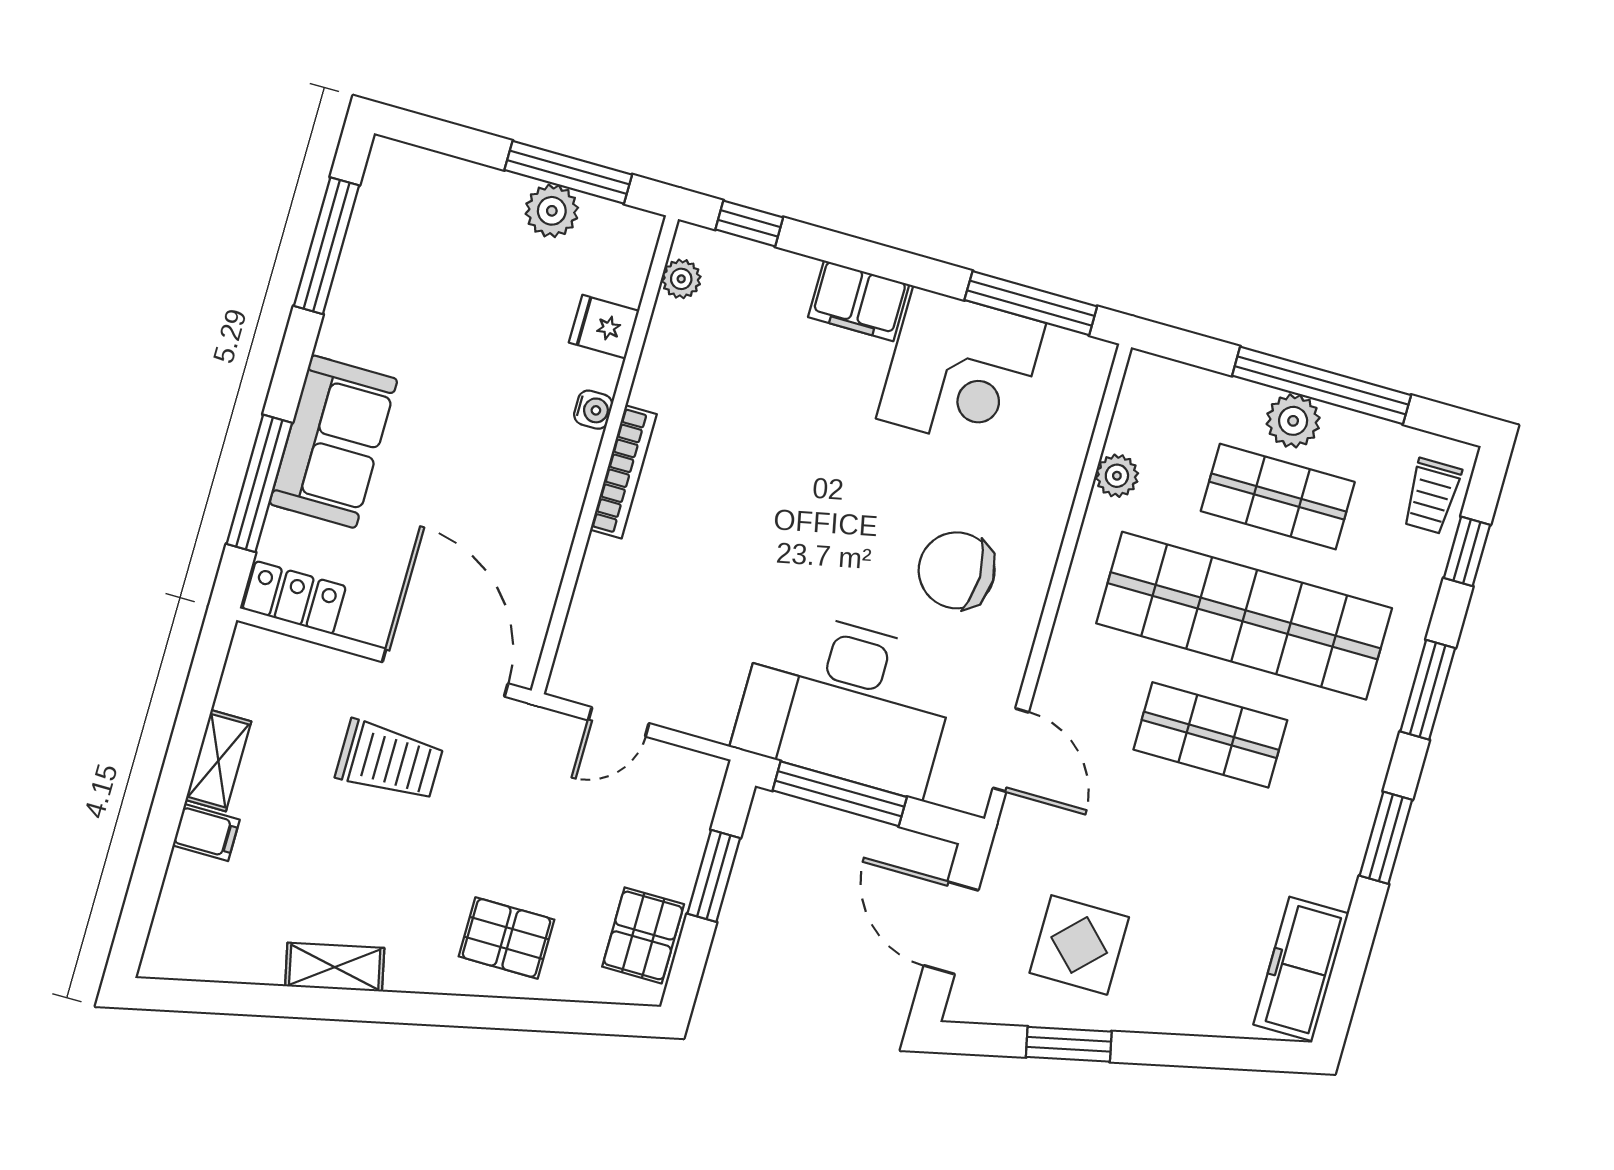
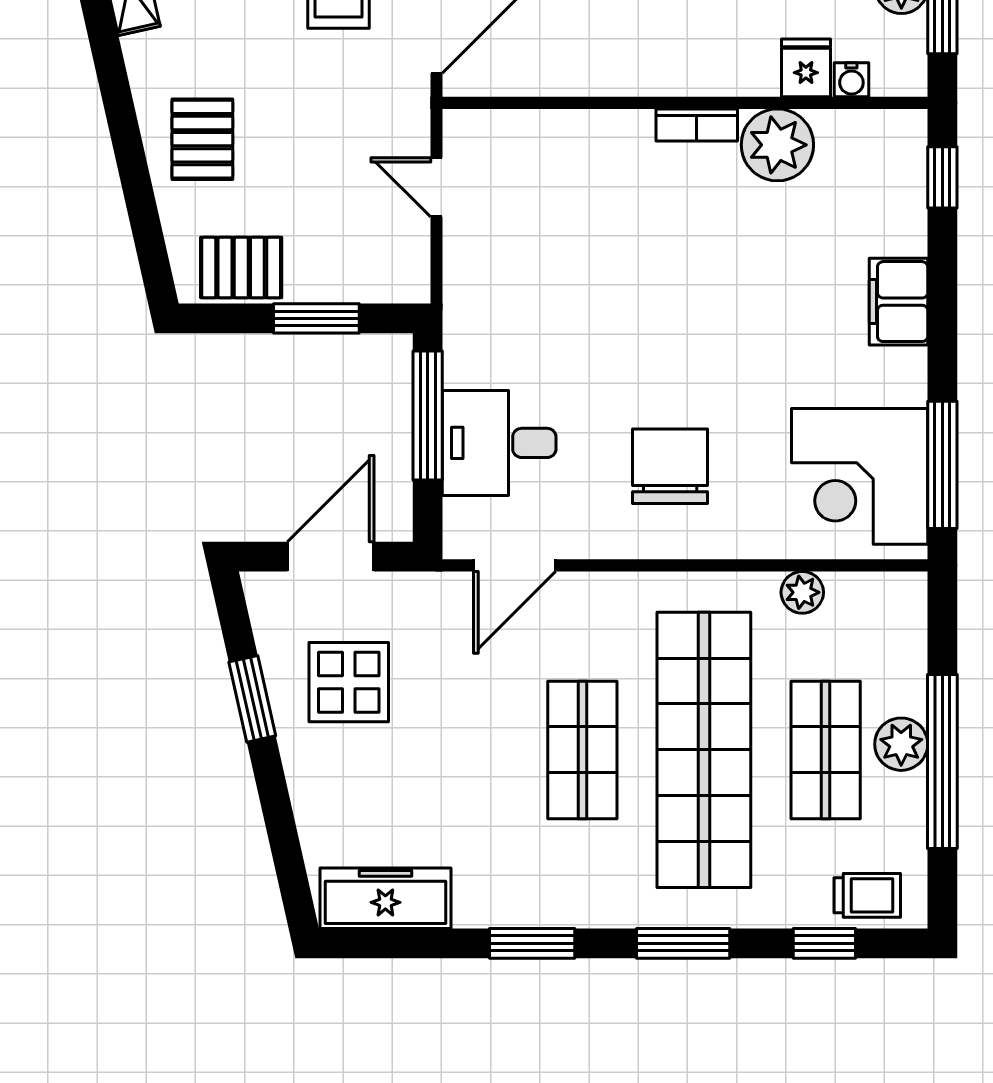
plant: (681, 279) -> (777, 145), moved, width x1.87, depth x1.87
corner desk: (961, 371) -> (860, 476), moved
water cooler: (593, 410) -> (851, 80), moved
bookcase: (623, 472) -> (697, 125), width x0.64
trolley: (1432, 496) -> (867, 895), turned 180
desk: (846, 702) -> (499, 443), width x0.53, depth x0.77

